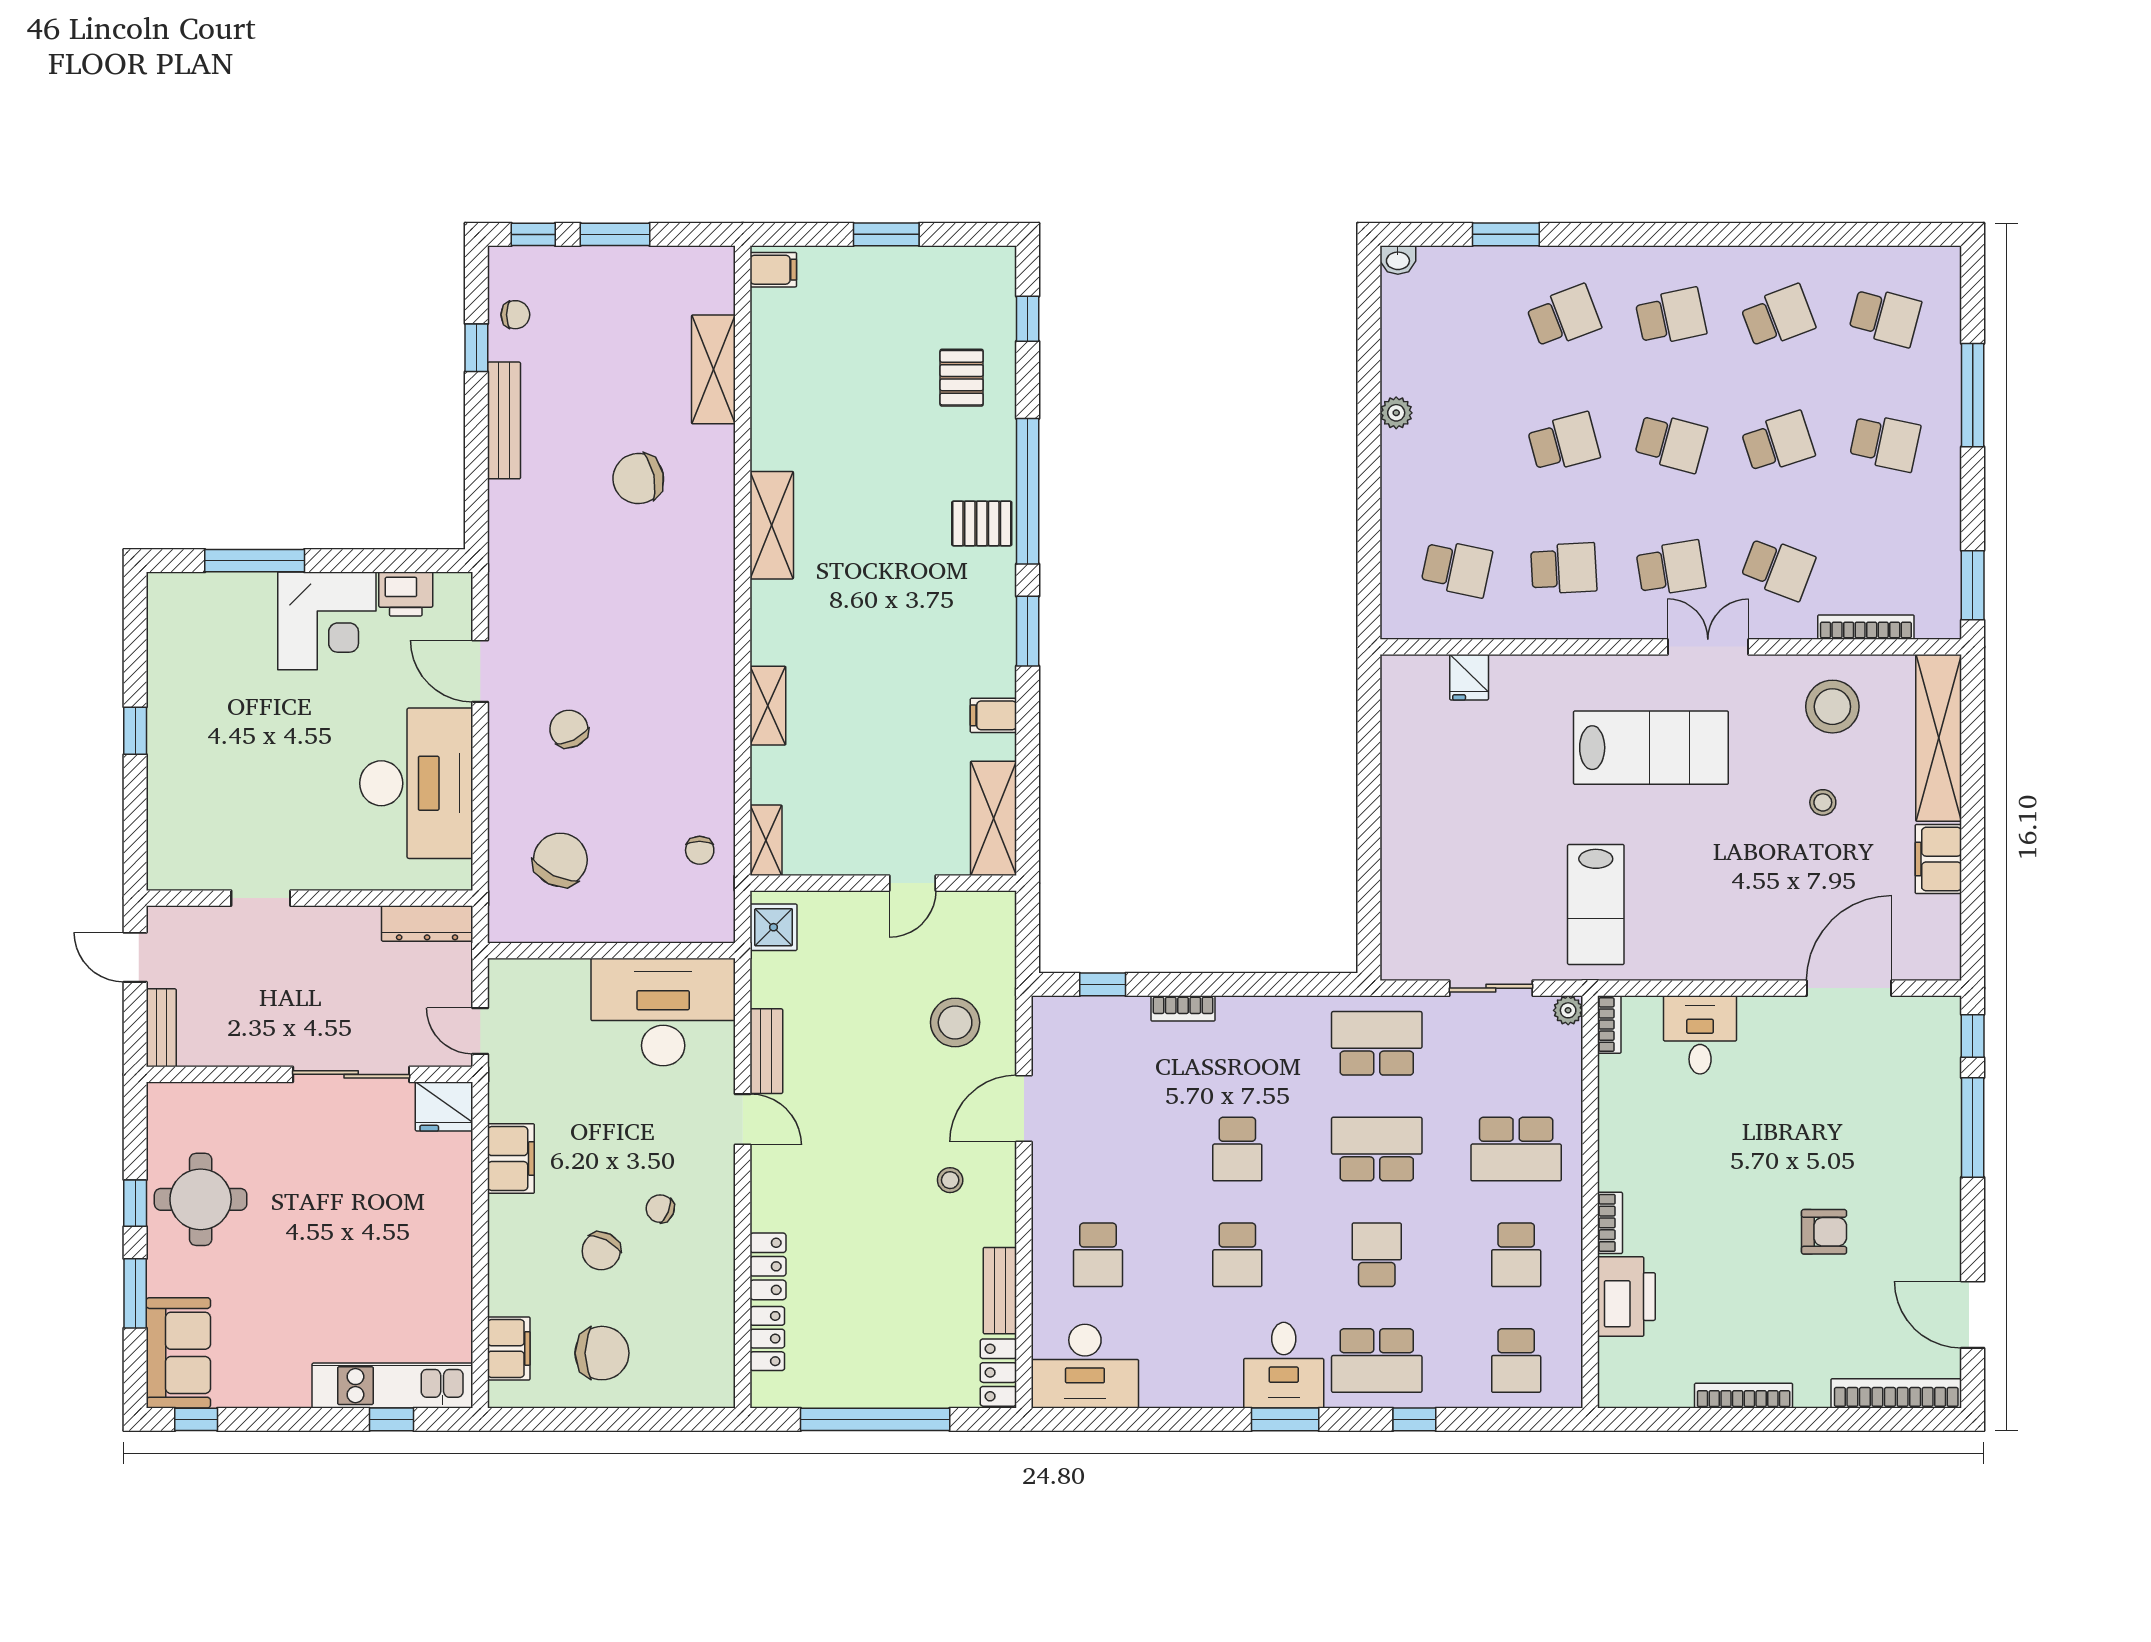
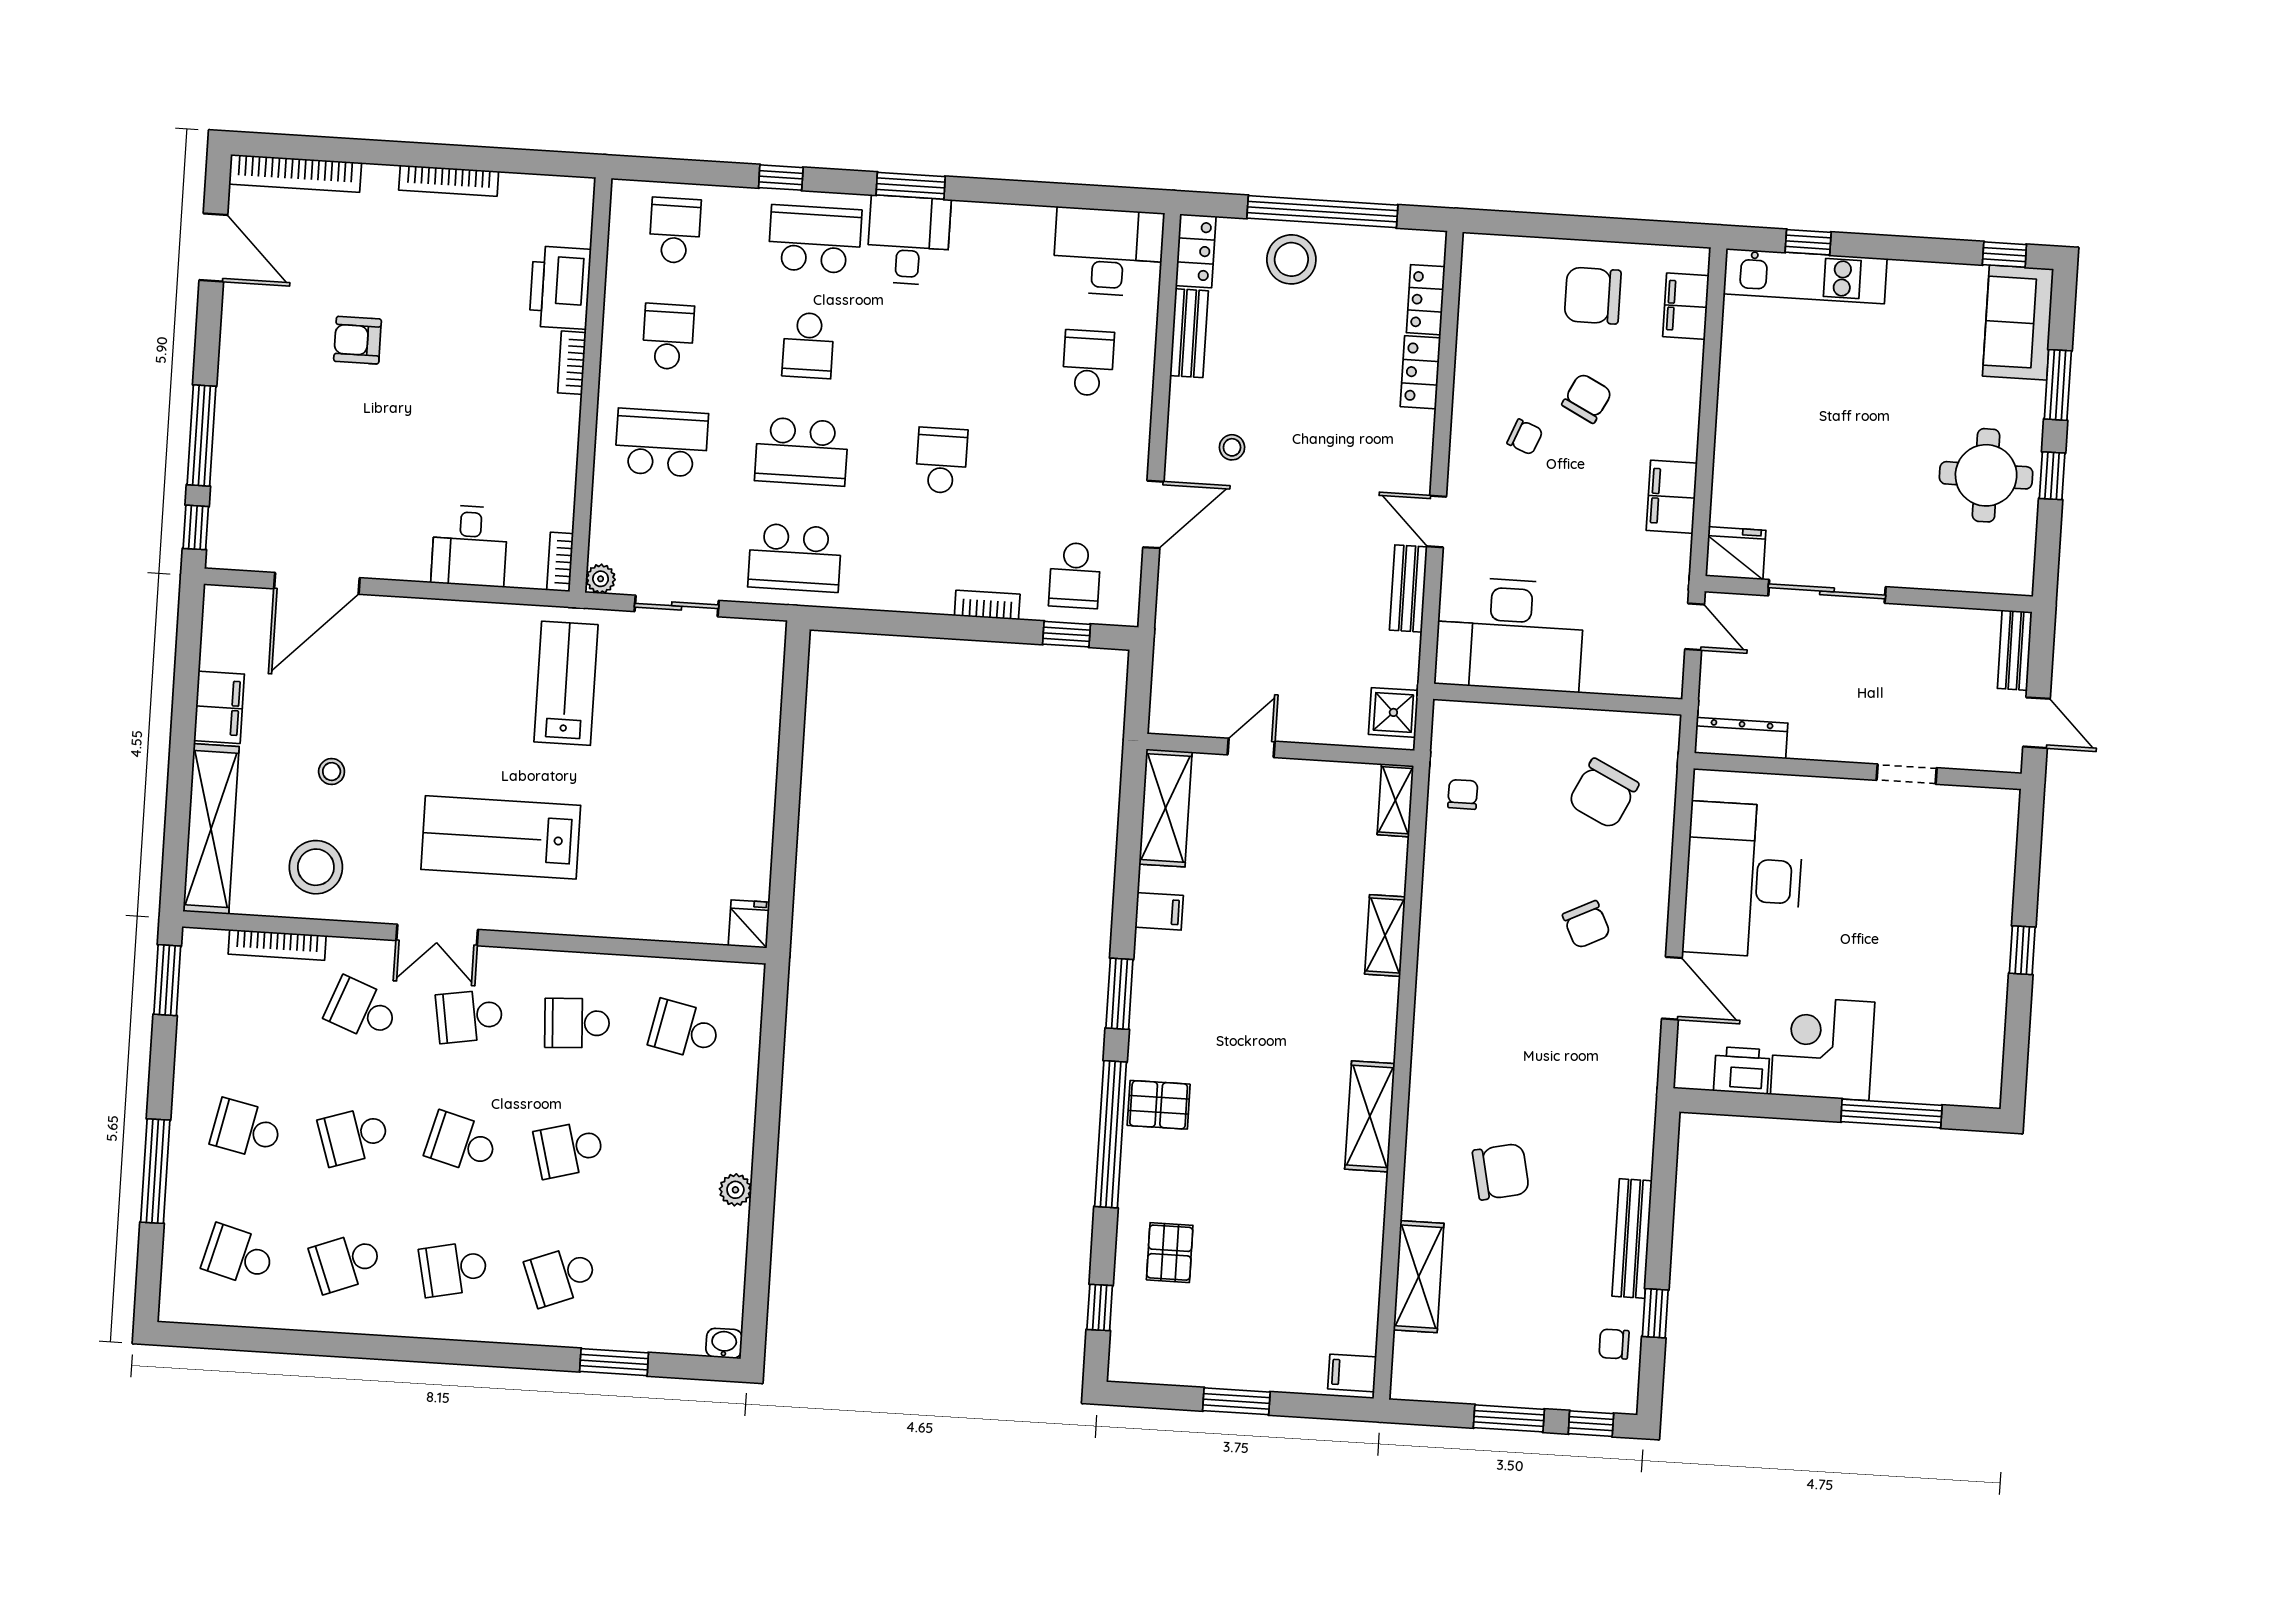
fridge: (1469, 677) -> (749, 924), moved
stool: (955, 1022) -> (1291, 259), moved
school desk: (1237, 1255) -> (1075, 575), moved, turned 180

